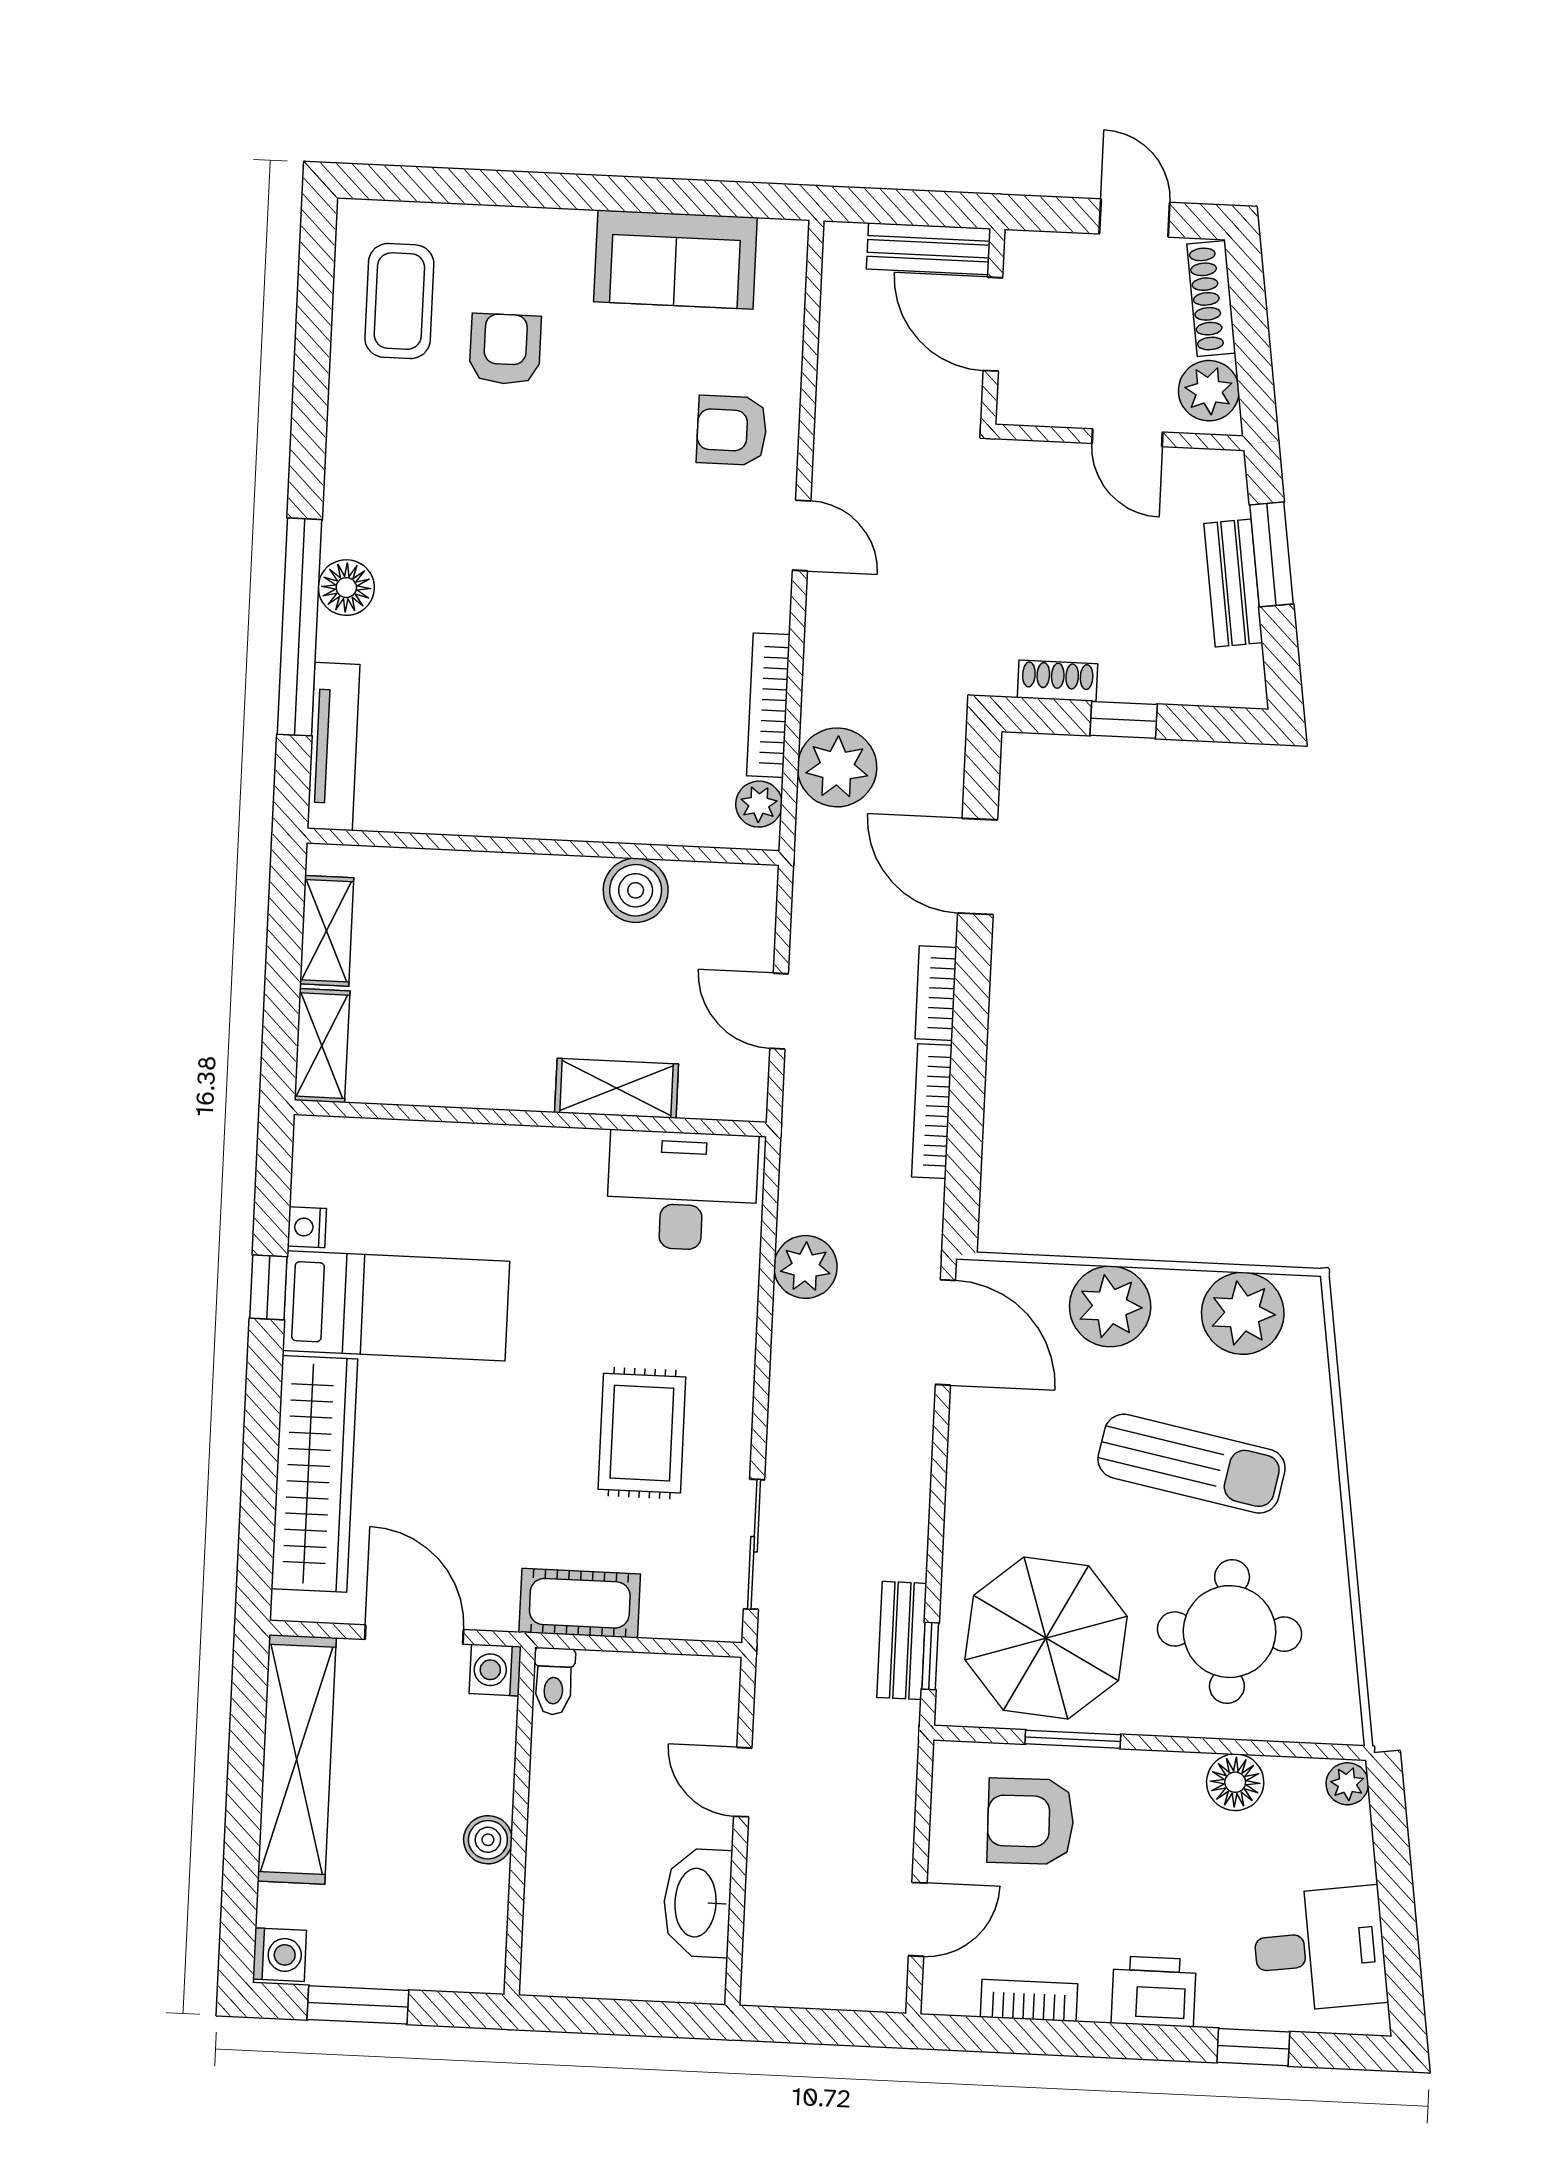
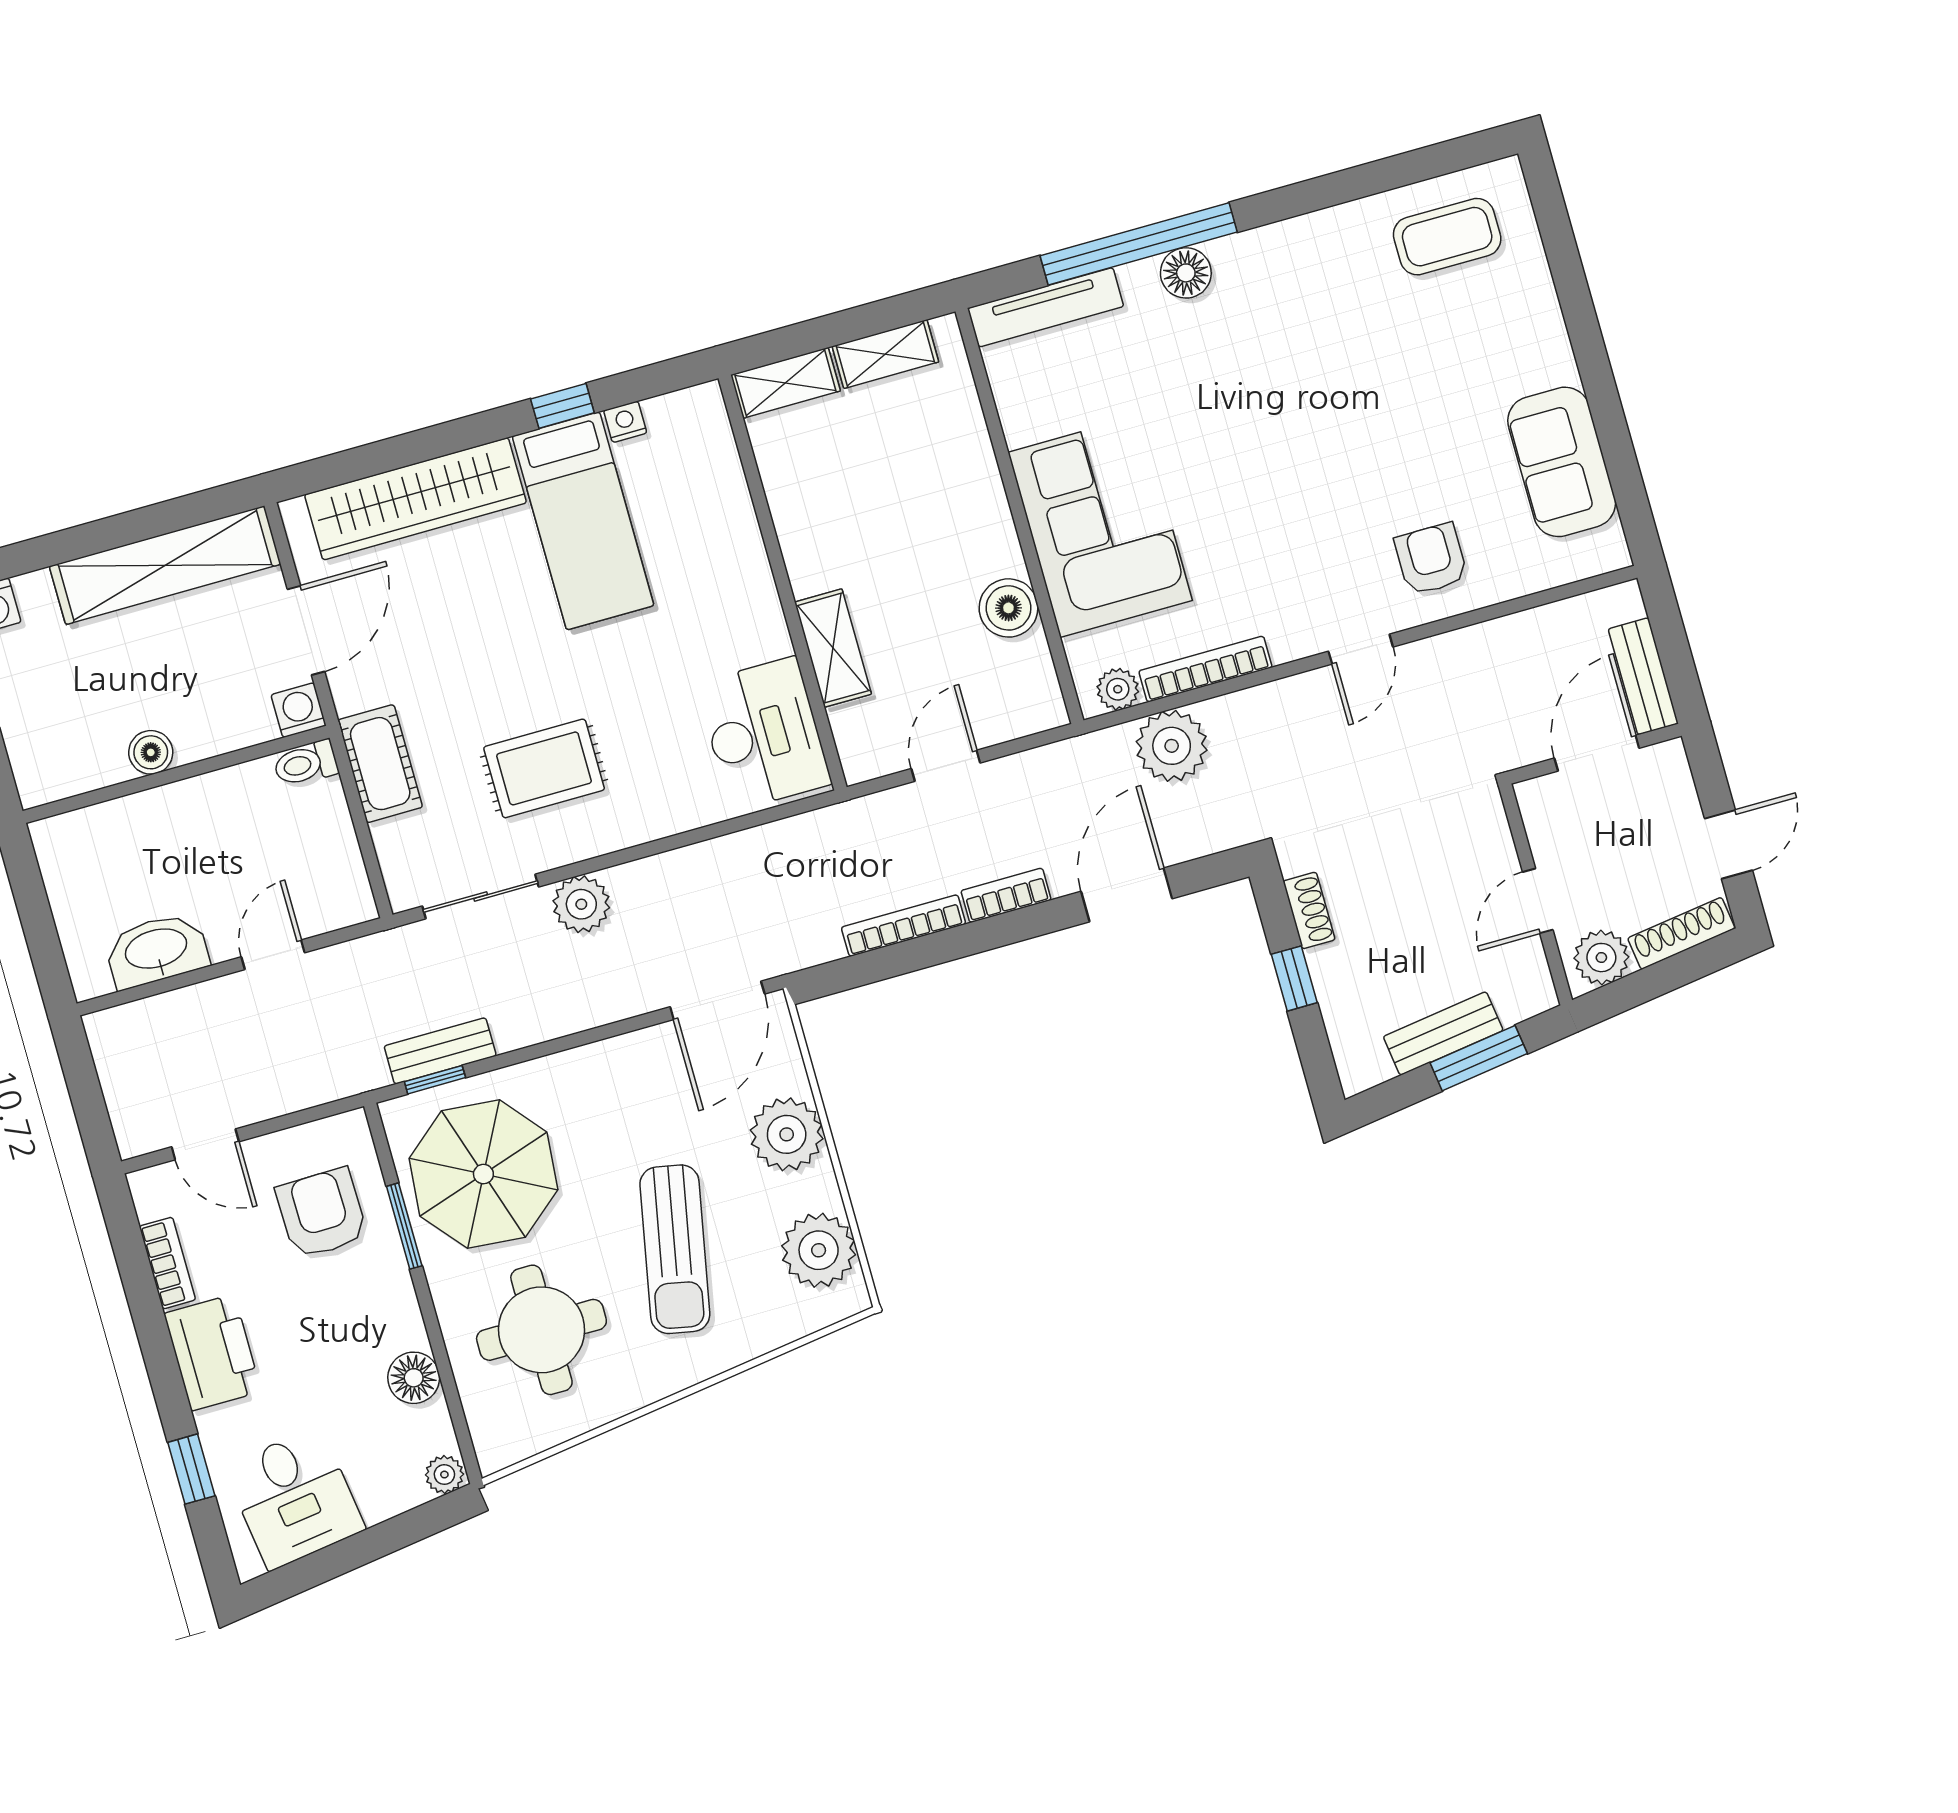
armchair: (505, 349) -> (1436, 341), removed
corner sofa: (582, 766) -> (1100, 526), added
plant: (805, 1267) -> (581, 904), moved
printer: (1154, 1991) -> (213, 1353), width x1.37, depth x1.19

